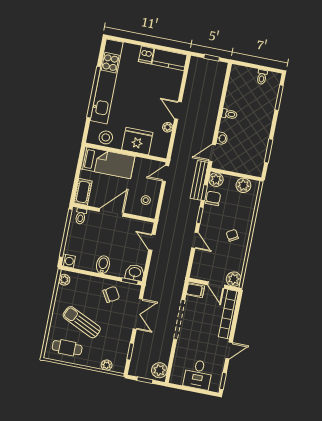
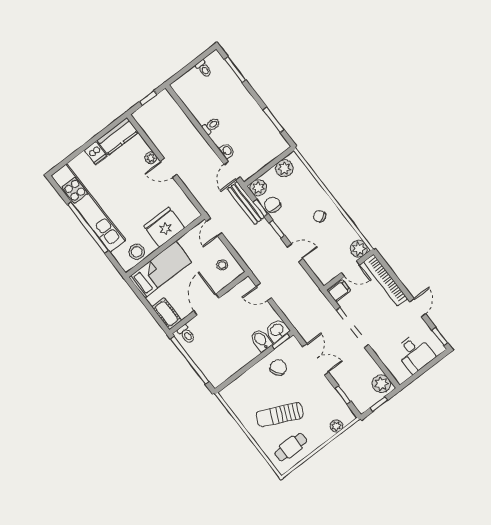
plant: (168, 127) -> (151, 158), moved
washing machine: (68, 261) -> (216, 379), removed
bidet: (103, 265) -> (261, 340), moved
plant: (64, 280) -> (229, 397), removed

